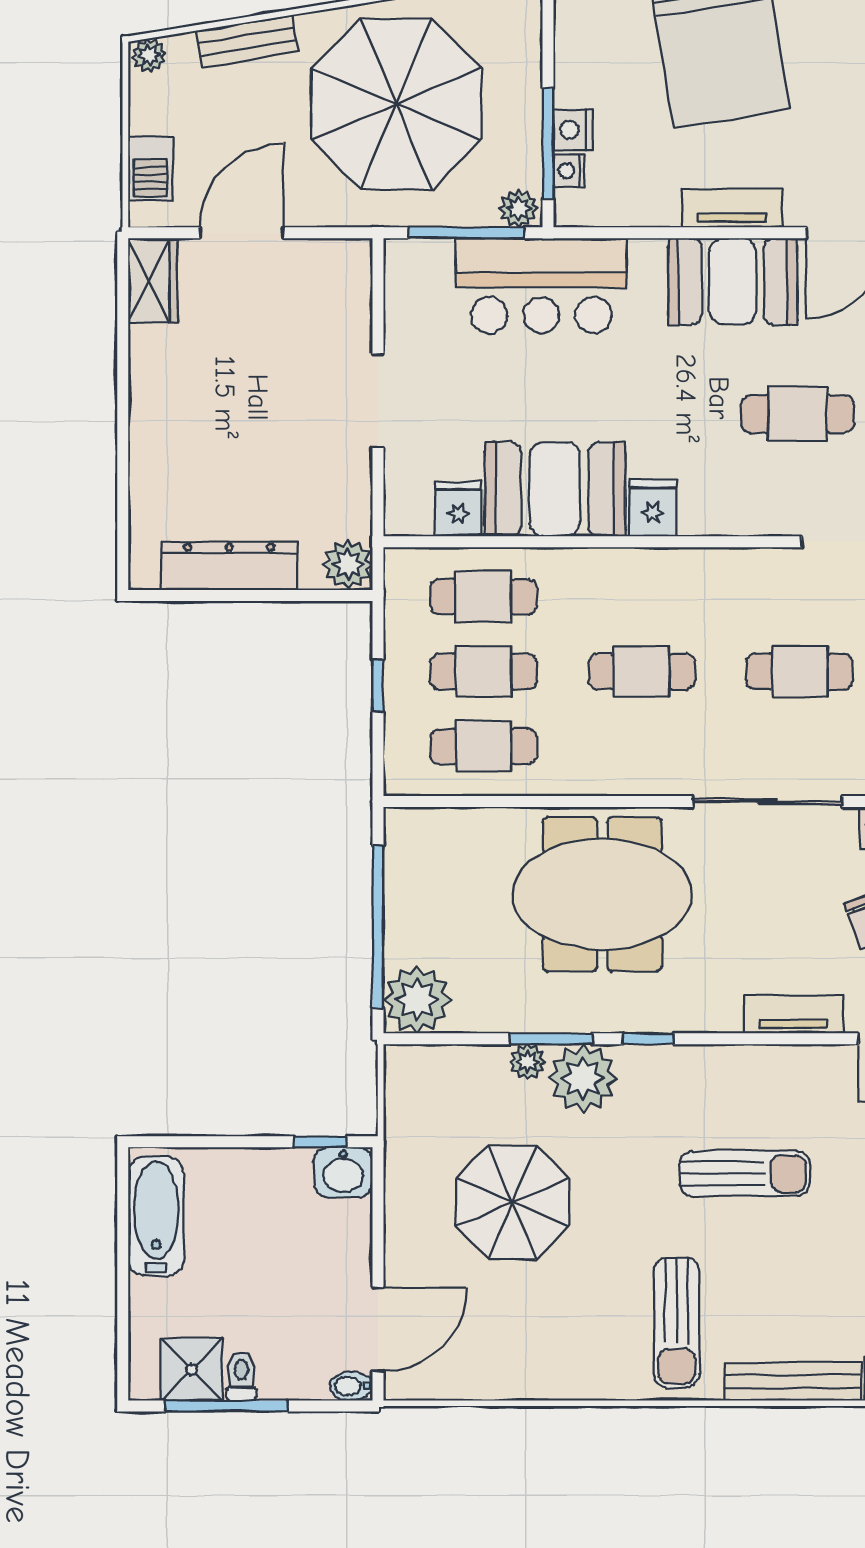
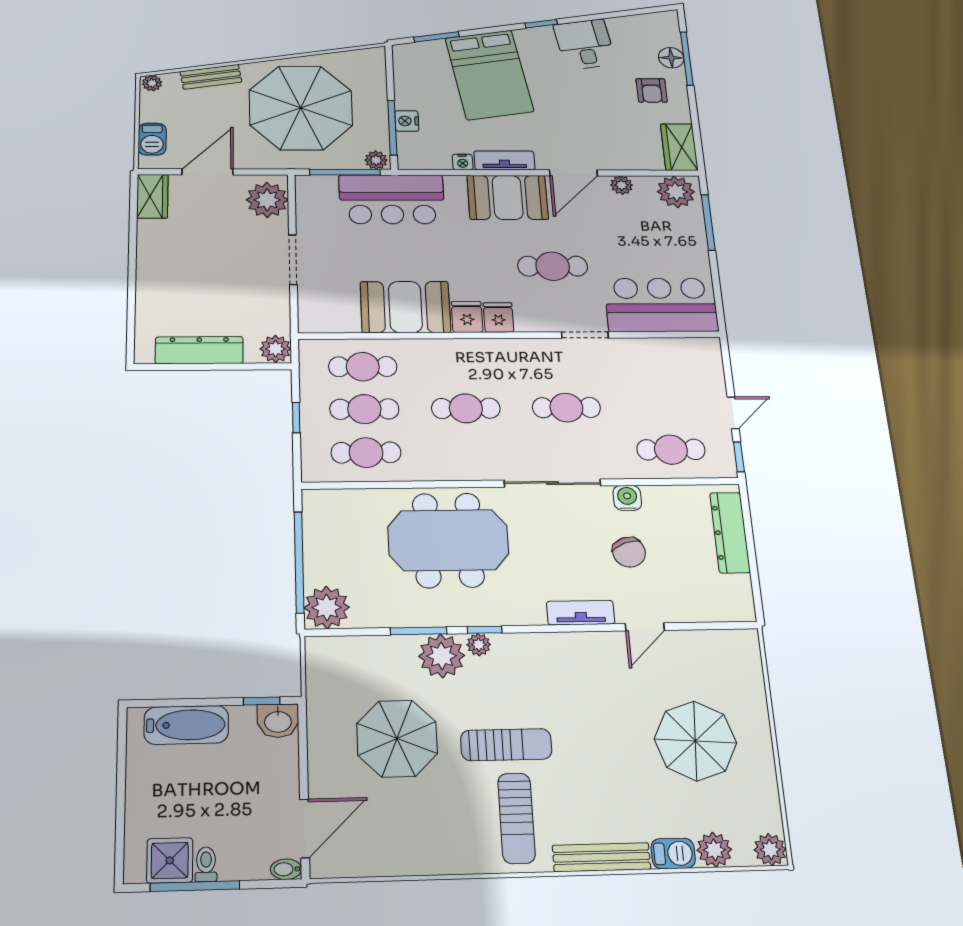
nightstand: (569, 171) -> (463, 162), moved, turned -90
plant: (338, 287) -> (267, 200), added
fridge: (458, 509) -> (498, 317), moved
plant: (528, 1062) -> (479, 645), moved
sun lounger: (745, 1174) -> (506, 745), moved
bathtub: (156, 1216) -> (186, 725), moved, turned 90

